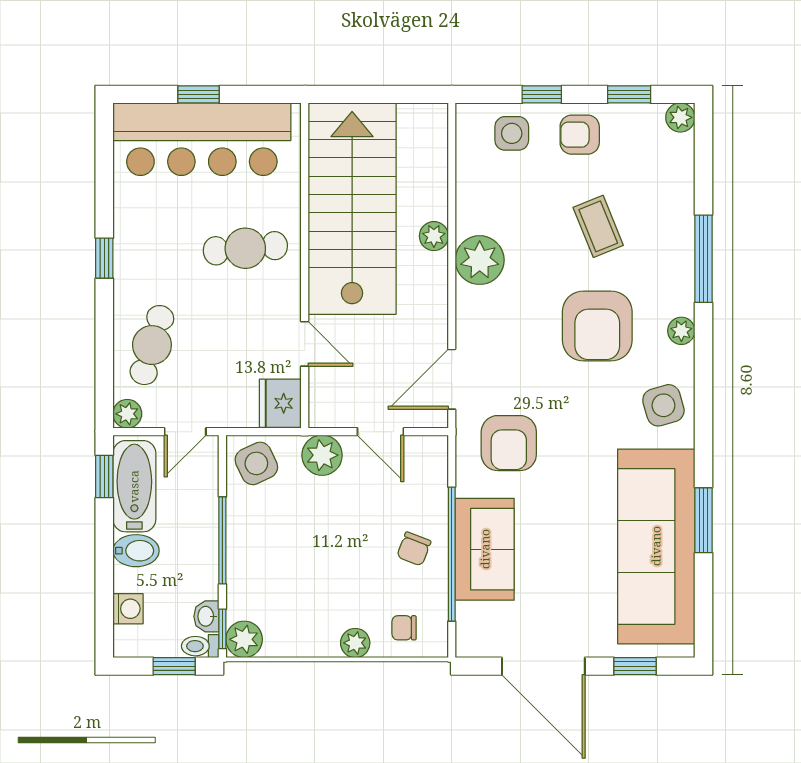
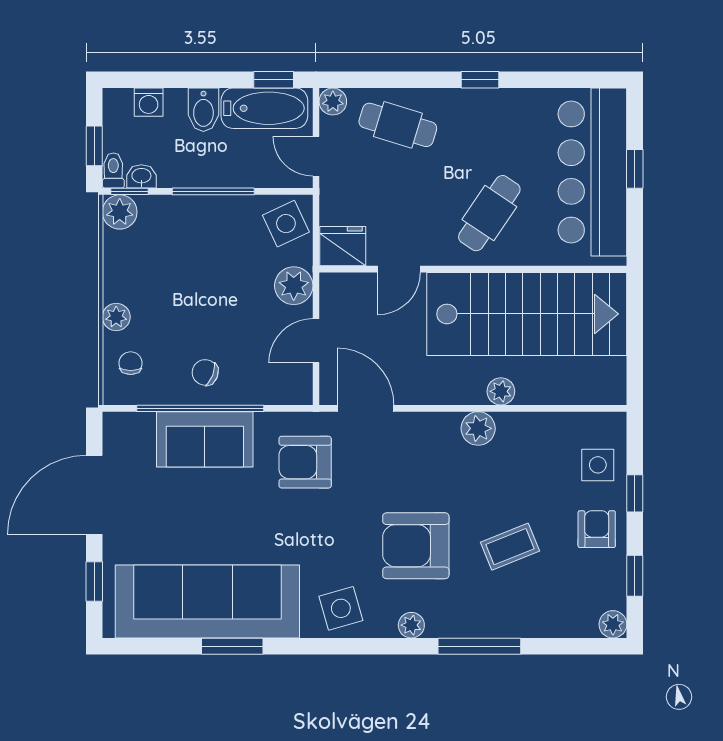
cafe table: (245, 248) -> (489, 213), turned 39
plant: (480, 260) -> (478, 428), width x0.73, depth x0.73

